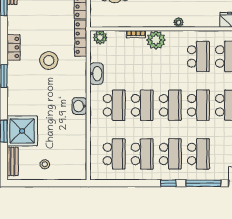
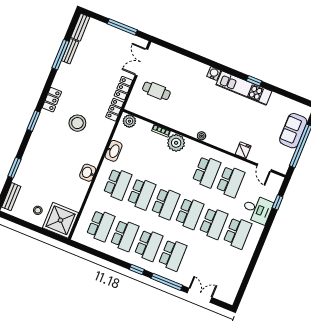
locker: (81, 38) -> (115, 110), width x0.66
shower: (22, 131) -> (61, 220), moved

